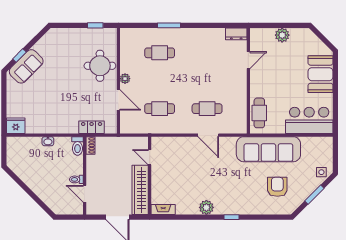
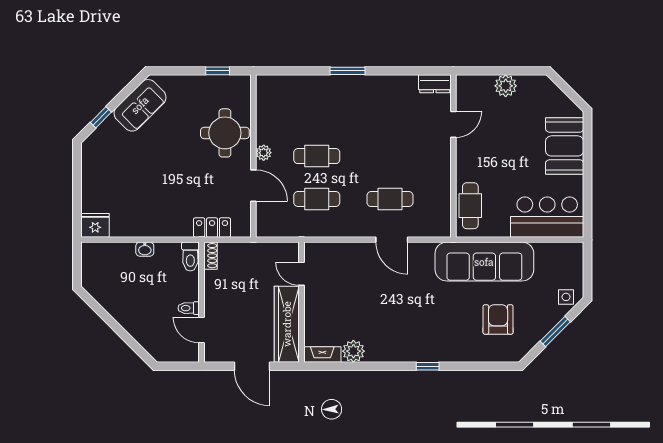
window: (169, 25) -> (347, 71), moved
cafe table: (160, 53) -> (317, 156), moved
sofa: (26, 66) -> (140, 105), moved
plant: (206, 207) -> (353, 351), moved

